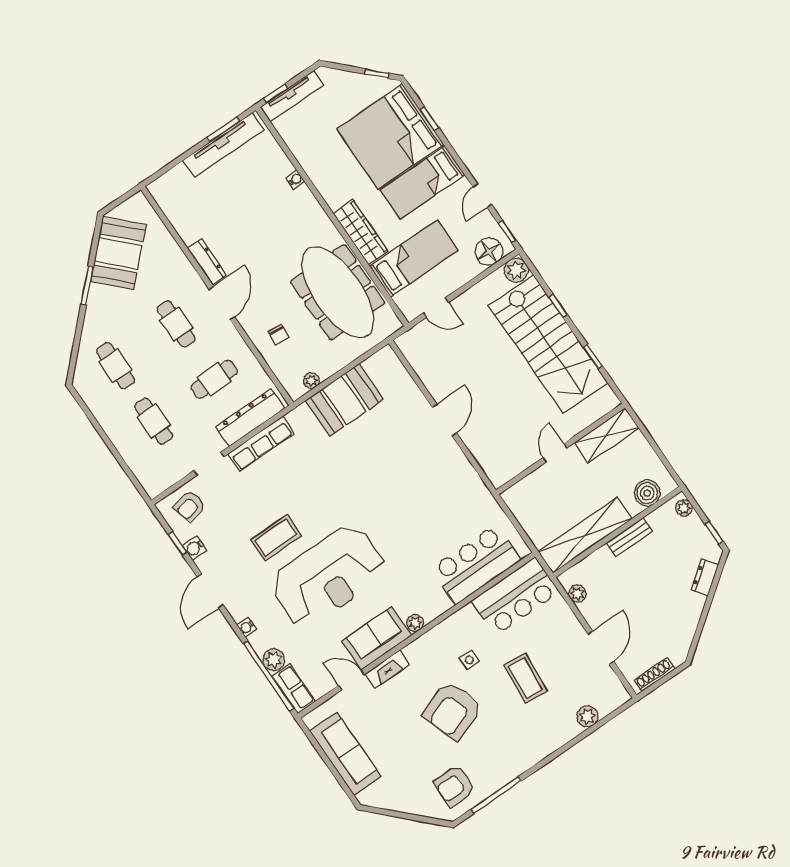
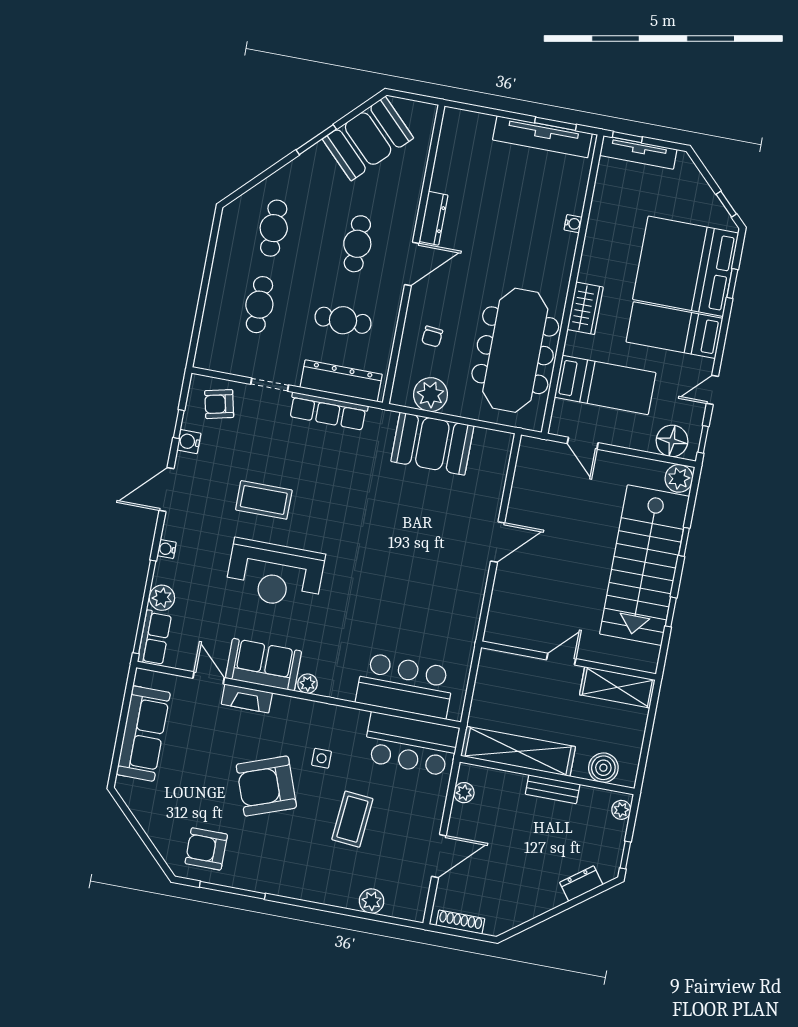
wardrobe: (361, 232) -> (585, 308), width x0.67
plant: (311, 381) -> (431, 395), width x1.87, depth x1.87
reception desk: (328, 576) -> (275, 574), width x0.74, depth x0.77

